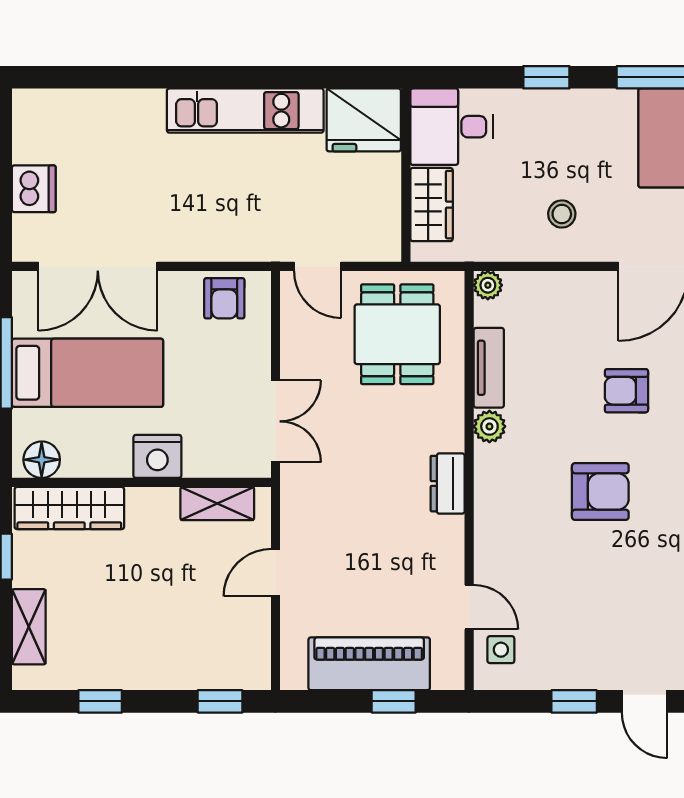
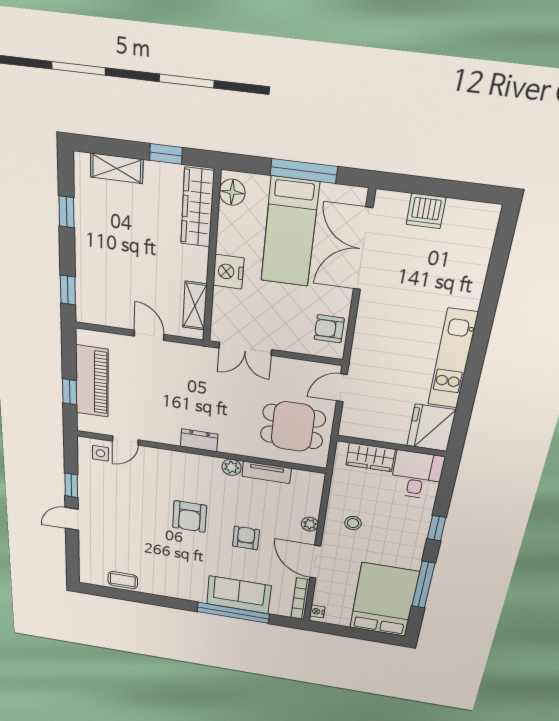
plant: (488, 285) -> (310, 524), moved

